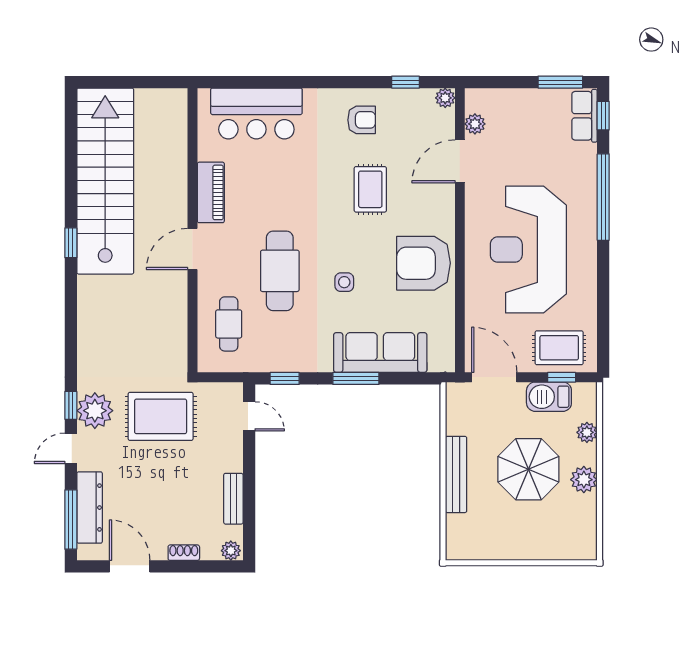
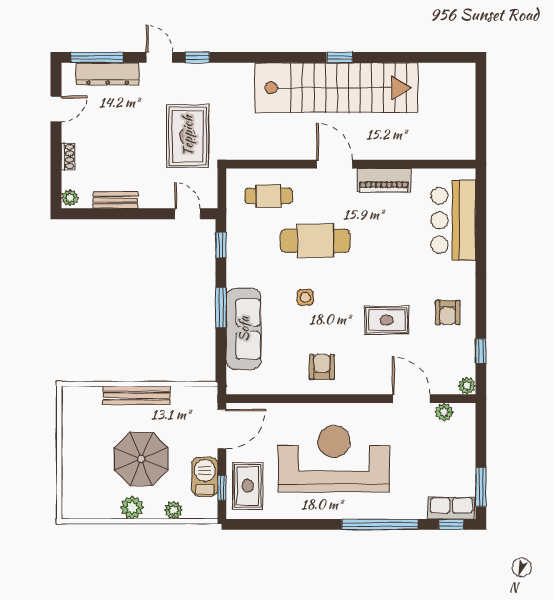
stairs: (105, 181) -> (336, 88), moved
armchair: (424, 263) -> (322, 367), width x0.53, depth x0.53
plant: (95, 411) -> (193, 79), removed
door: (249, 416) -> (188, 214), swing flipped
door: (130, 566) -> (56, 109), width x0.73

